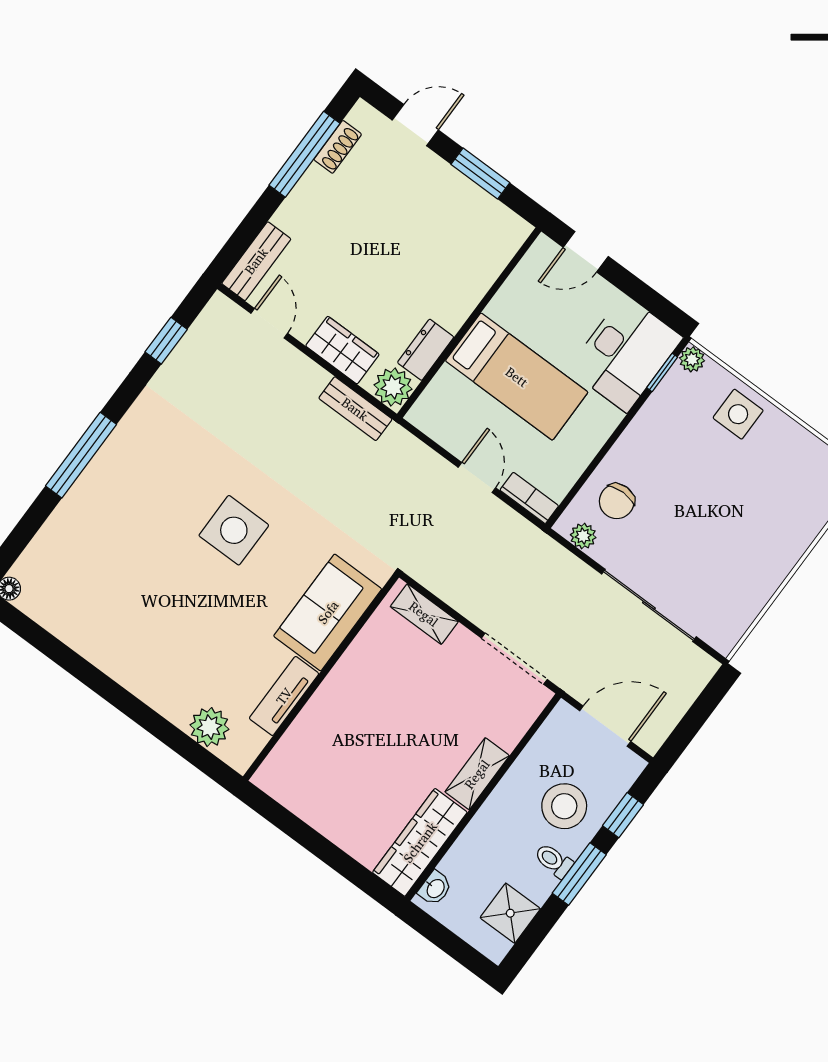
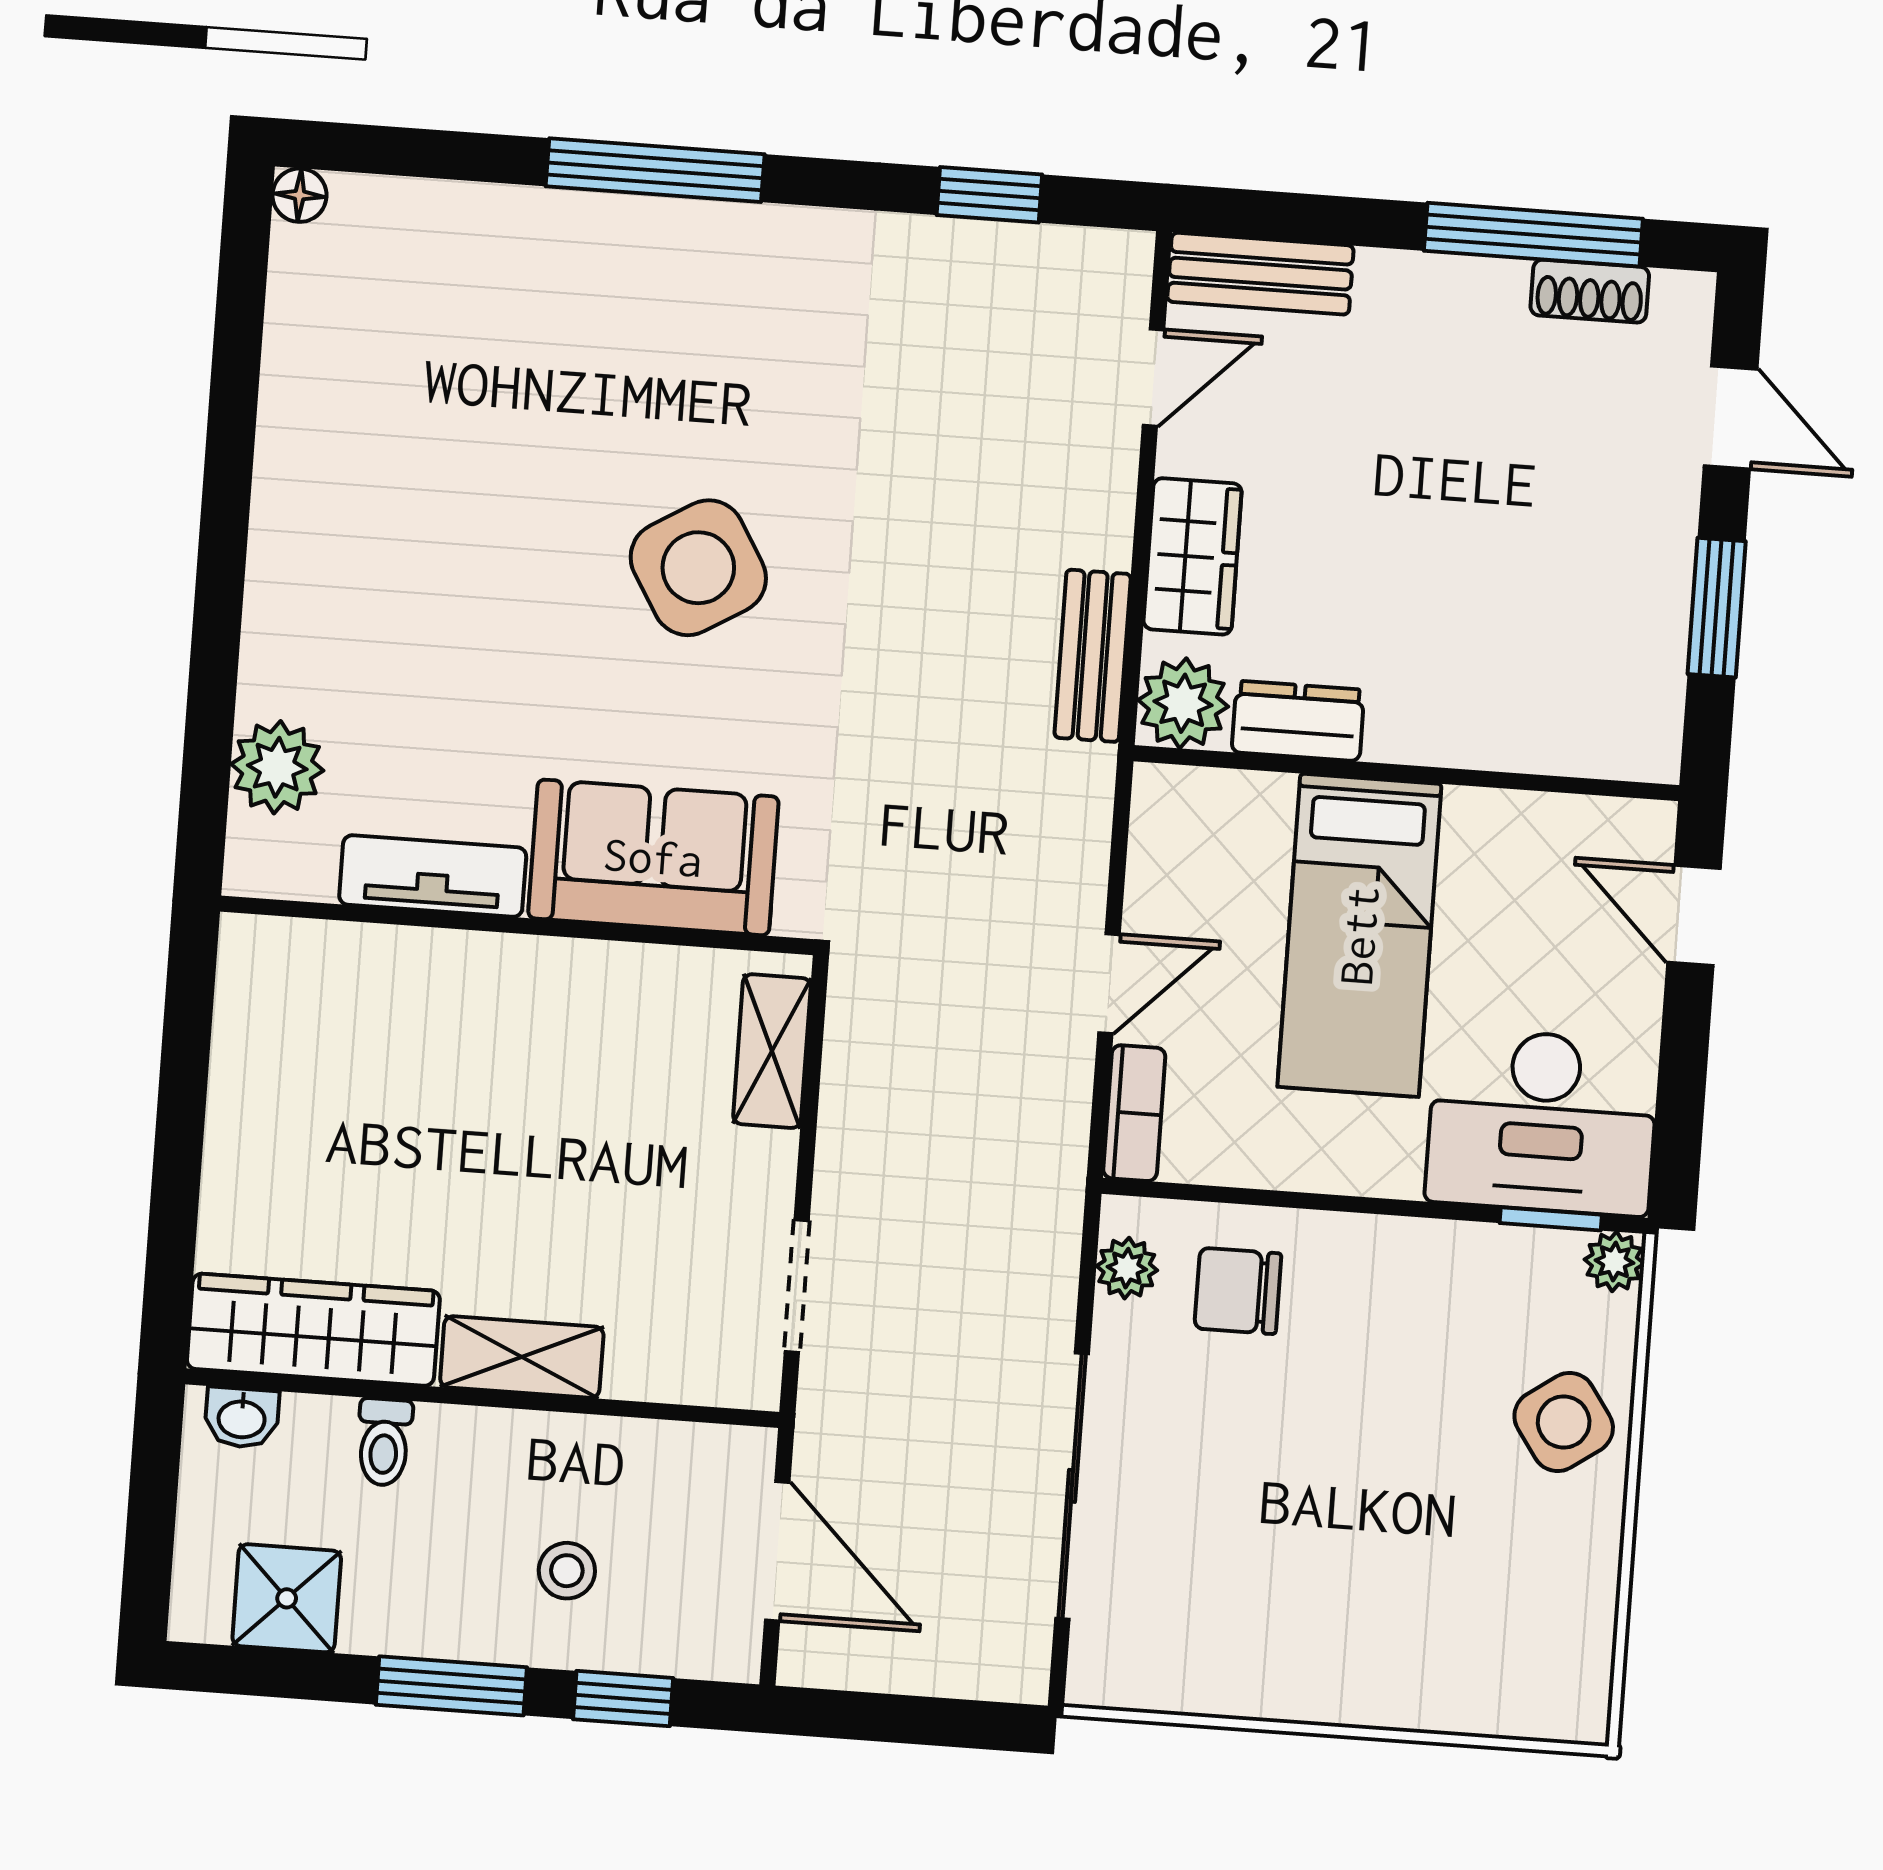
side table: (738, 414) -> (1564, 1422), turned -35
side table: (234, 530) -> (698, 568), turned -31
doorway: (514, 659) -> (797, 1286), width x0.73
stool: (564, 806) -> (567, 1571), width x0.53, depth x0.53
toilet: (554, 861) -> (384, 1442), moved, turned 180

